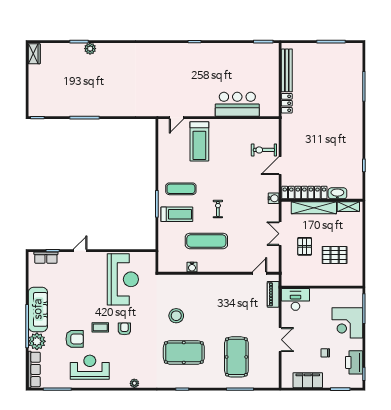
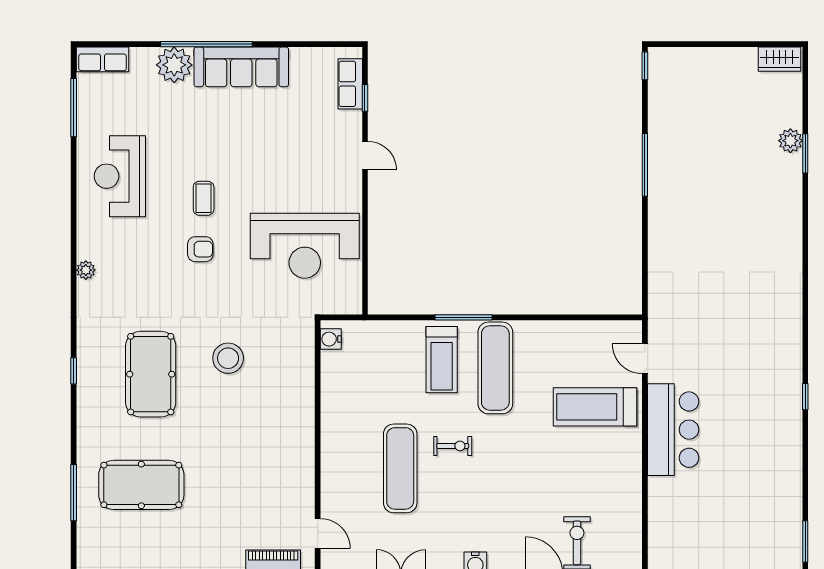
plant: (90, 49) -> (790, 141), moved
bar counter: (237, 104) -> (673, 430), moved
exercise mat: (181, 189) -> (495, 368), width x1.36, depth x1.45
exercise mat: (206, 241) -> (400, 468), moved
water cooler: (192, 267) -> (331, 339), moved
armchair: (75, 339) -> (179, 144), removed
reception desk: (90, 367) -> (120, 176), turned 180
row of seats: (34, 369) -> (103, 59), width x0.68

